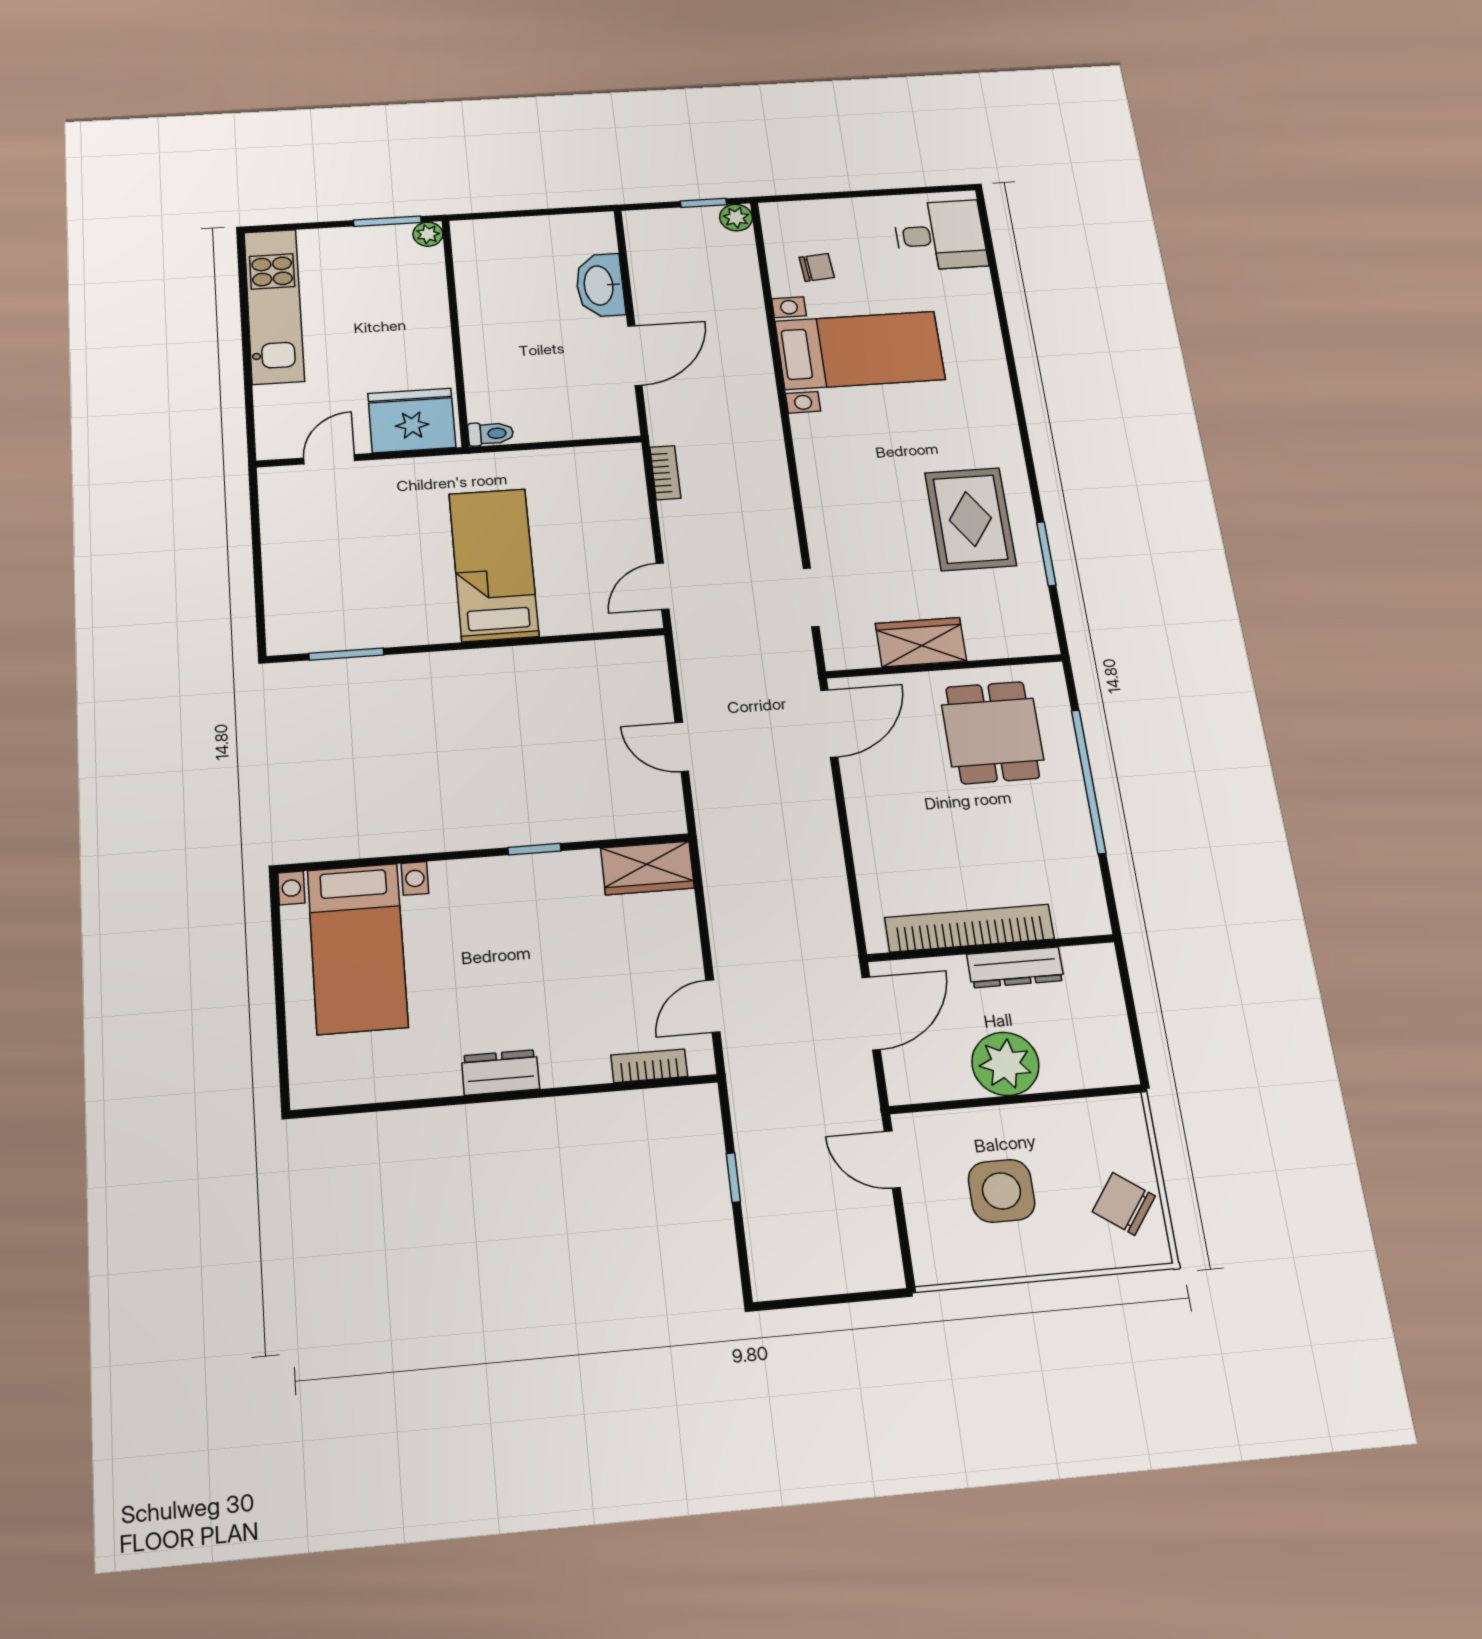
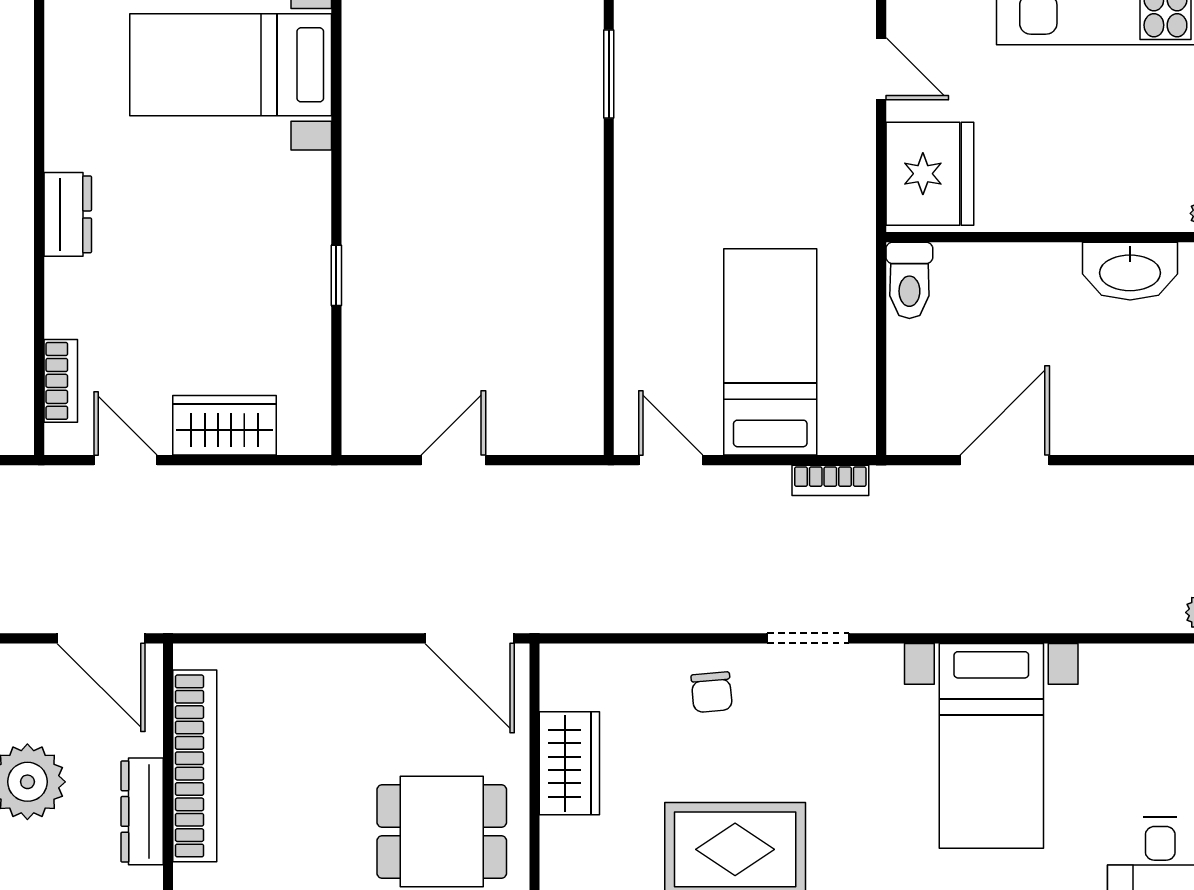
chair: (817, 267) -> (712, 692), moved
washbasin: (600, 285) -> (1130, 271), moved, turned 180
door: (635, 356) -> (1005, 460), swing flipped
toilet: (491, 434) -> (909, 280), width x1.37, depth x1.39
bed: (494, 565) -> (770, 352), moved, turned -90
doorway: (811, 597) -> (808, 638), moved
wardrobe: (647, 868) -> (224, 425), moved, turned 90

